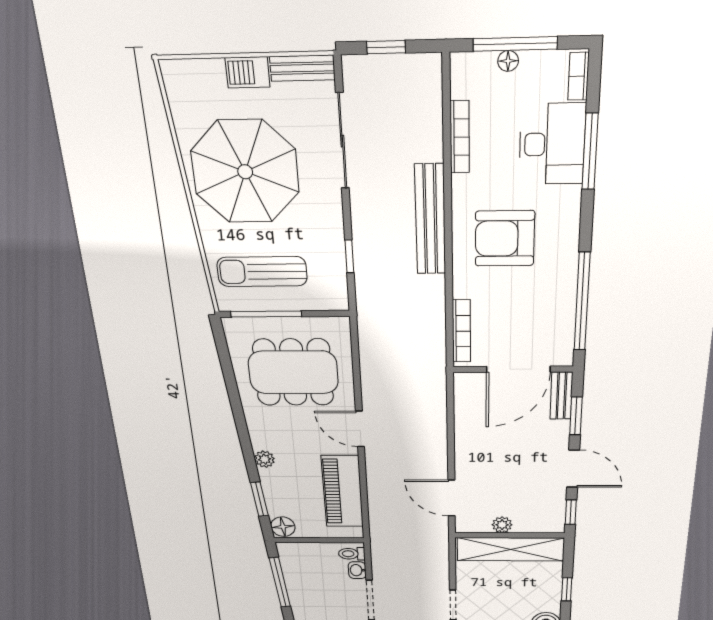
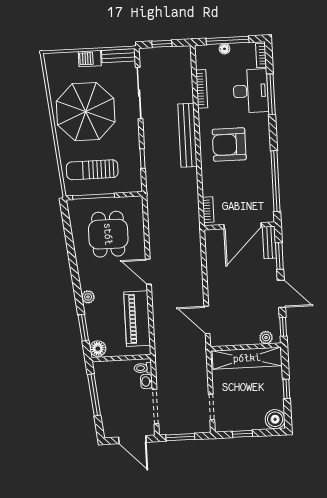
bookcase: (461, 331) -> (208, 210), width x0.64
dining table: (293, 372) -> (108, 234), width x0.73
plant: (502, 525) -> (266, 338), moved

